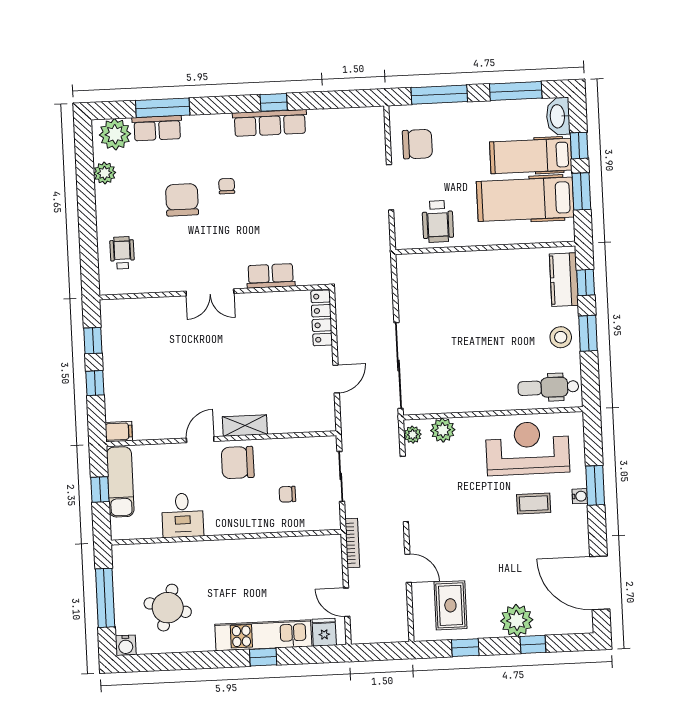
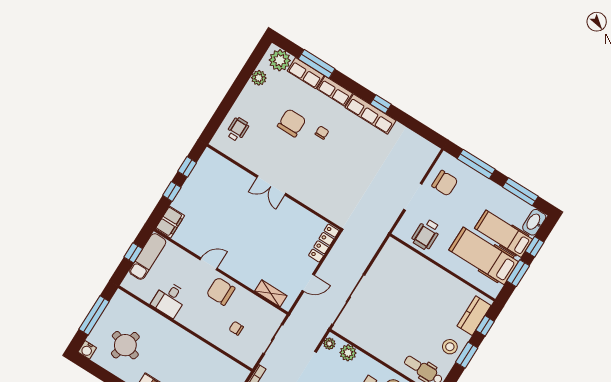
row of seats: (271, 276) -> (335, 91), moved, turned 180
shelving: (245, 426) -> (271, 293), moved
filing cabinet: (119, 432) -> (170, 222), width x2.00

